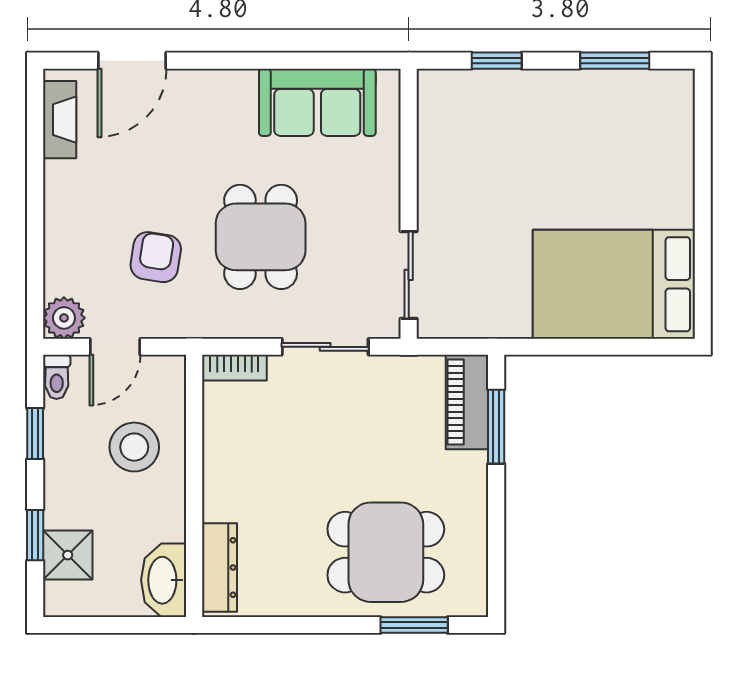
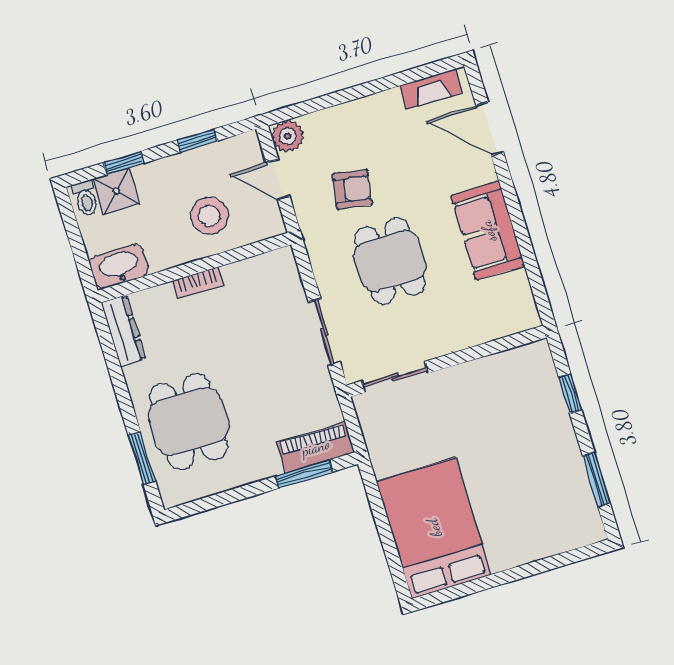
sofa: (317, 102) -> (488, 231), moved
dining table: (261, 237) -> (390, 261), turned 90
bookcase: (234, 368) -> (198, 283), moved, turned -90
toilet: (57, 377) -> (86, 198), moved, turned -90
dresser: (219, 567) -> (123, 331), moved, turned -90

